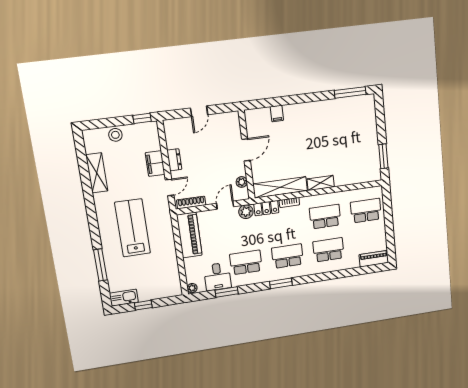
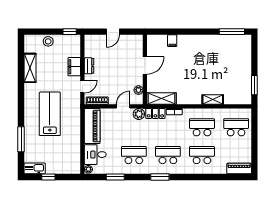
shelving: (321, 183) -> (213, 100), moved
shelving: (280, 187) -> (161, 98), width x0.68
desk: (217, 277) -> (95, 155), moved, turned 90

